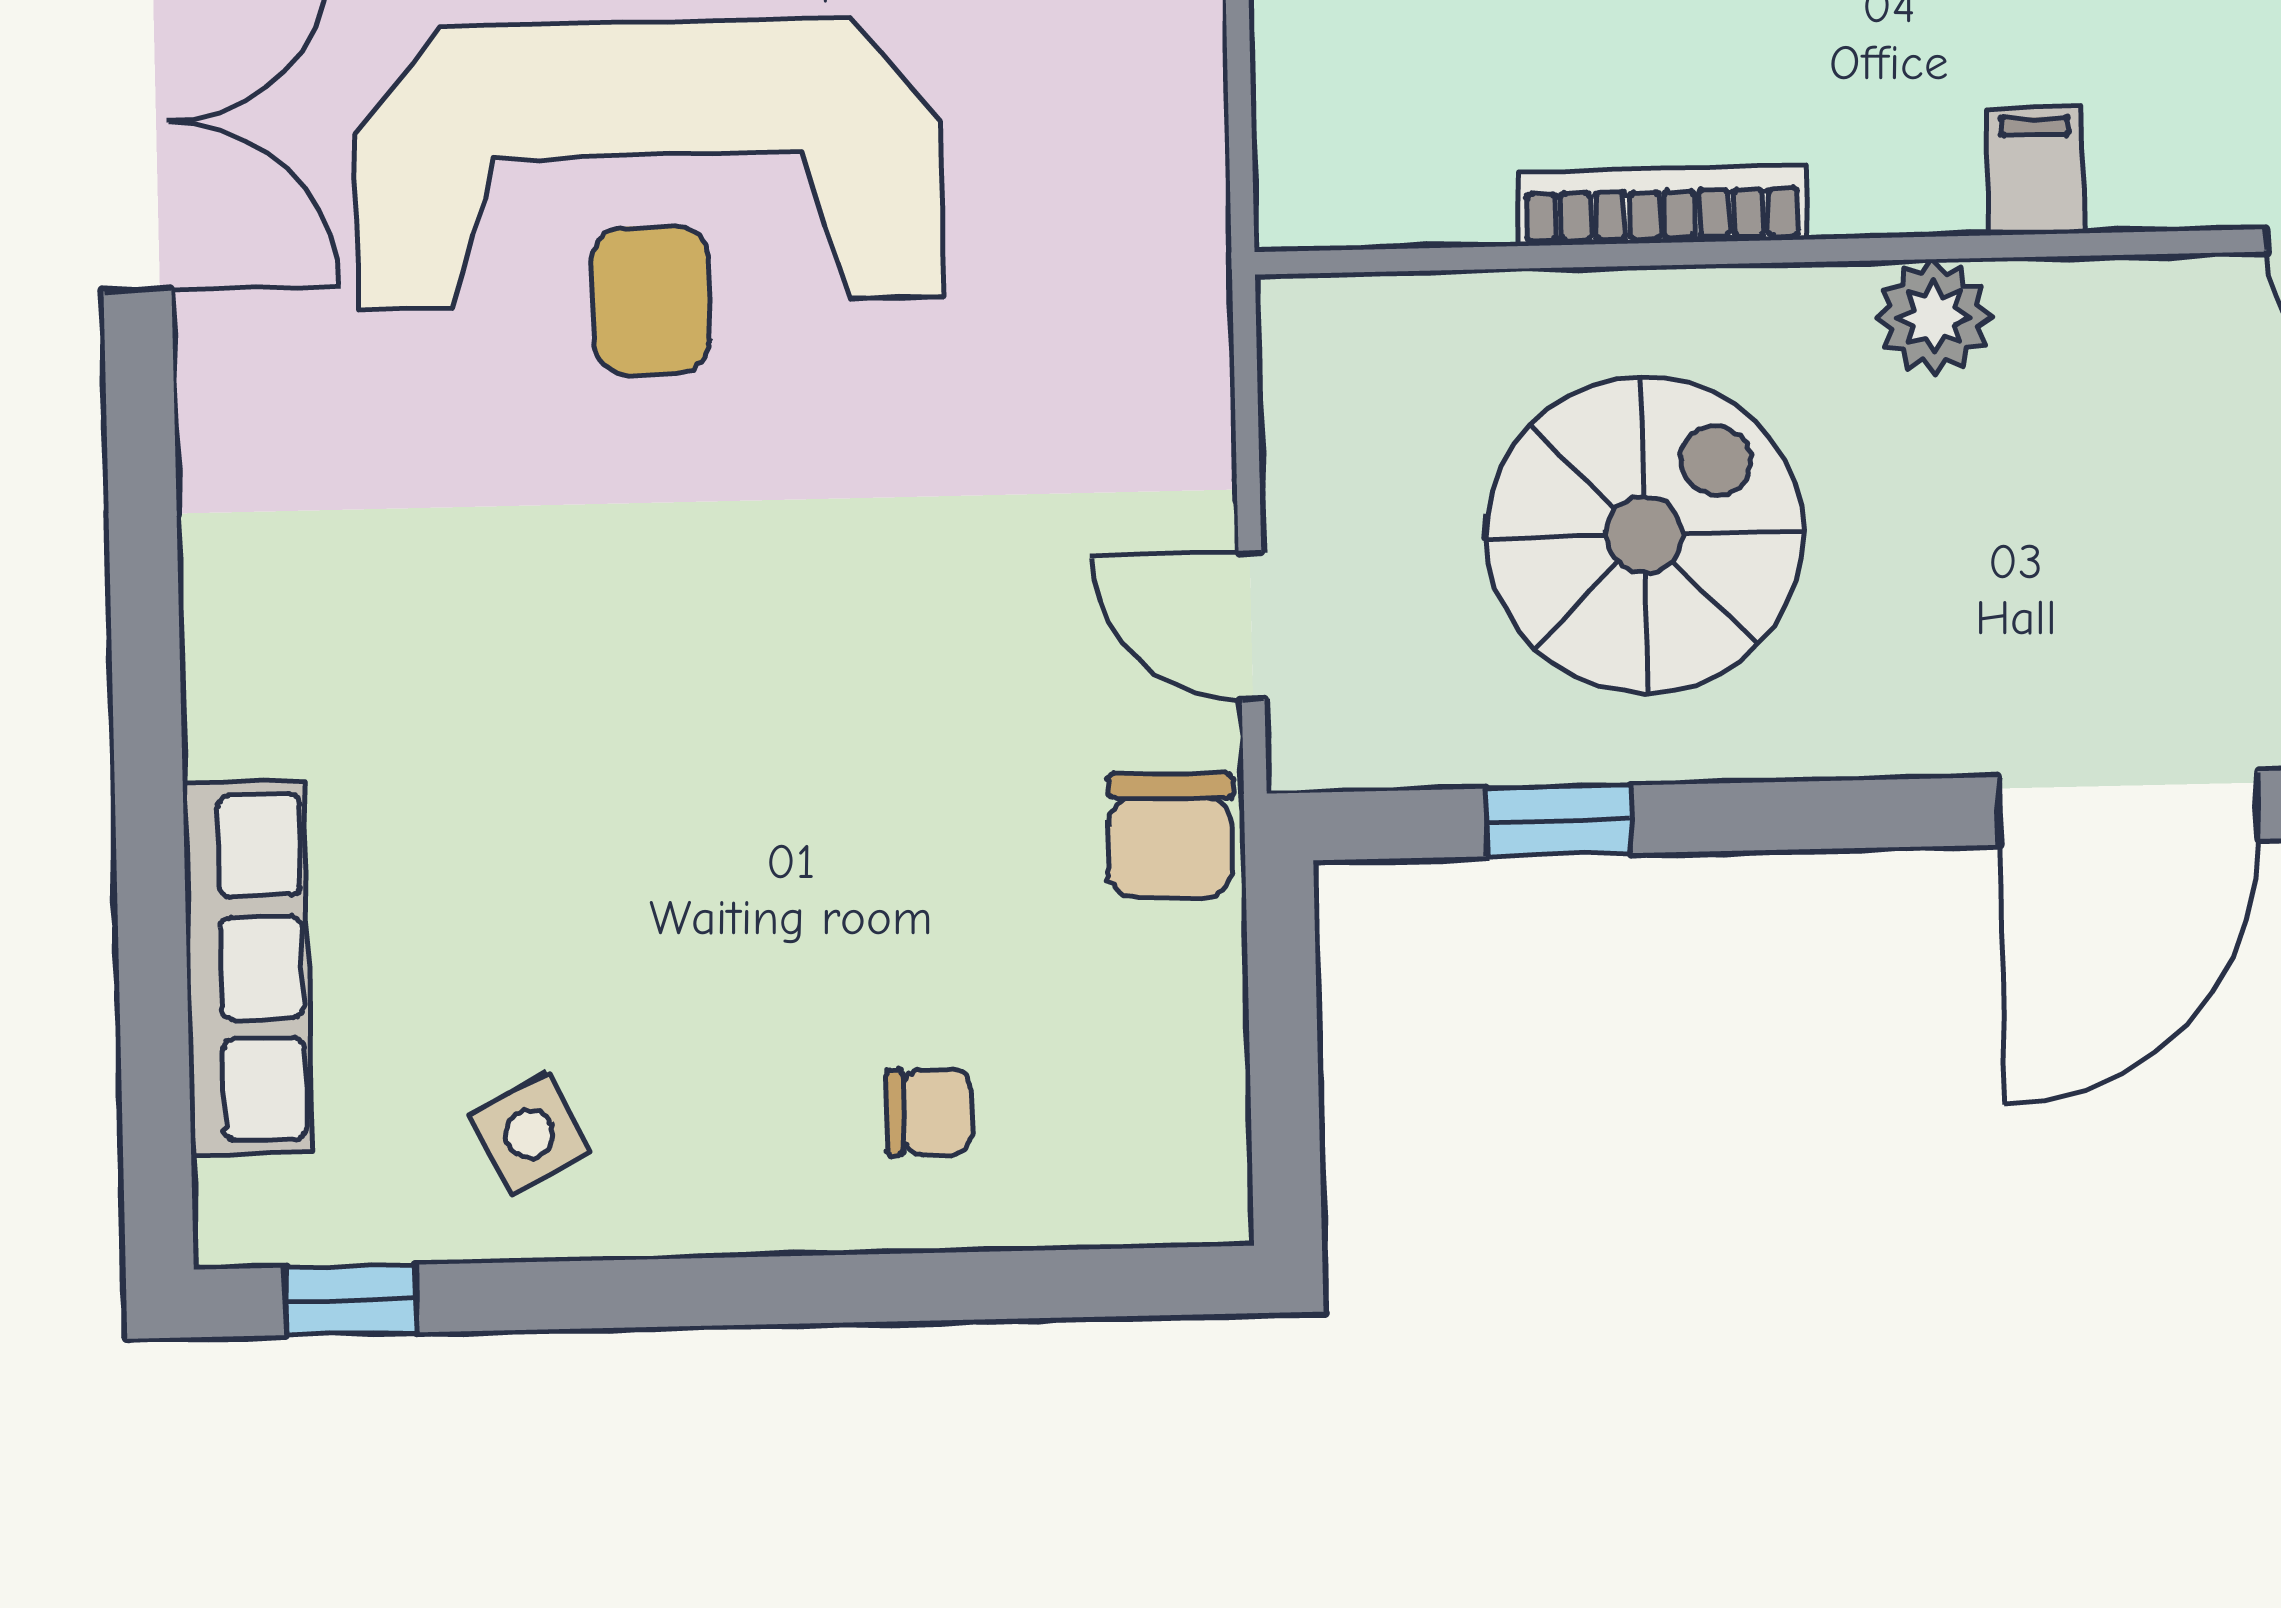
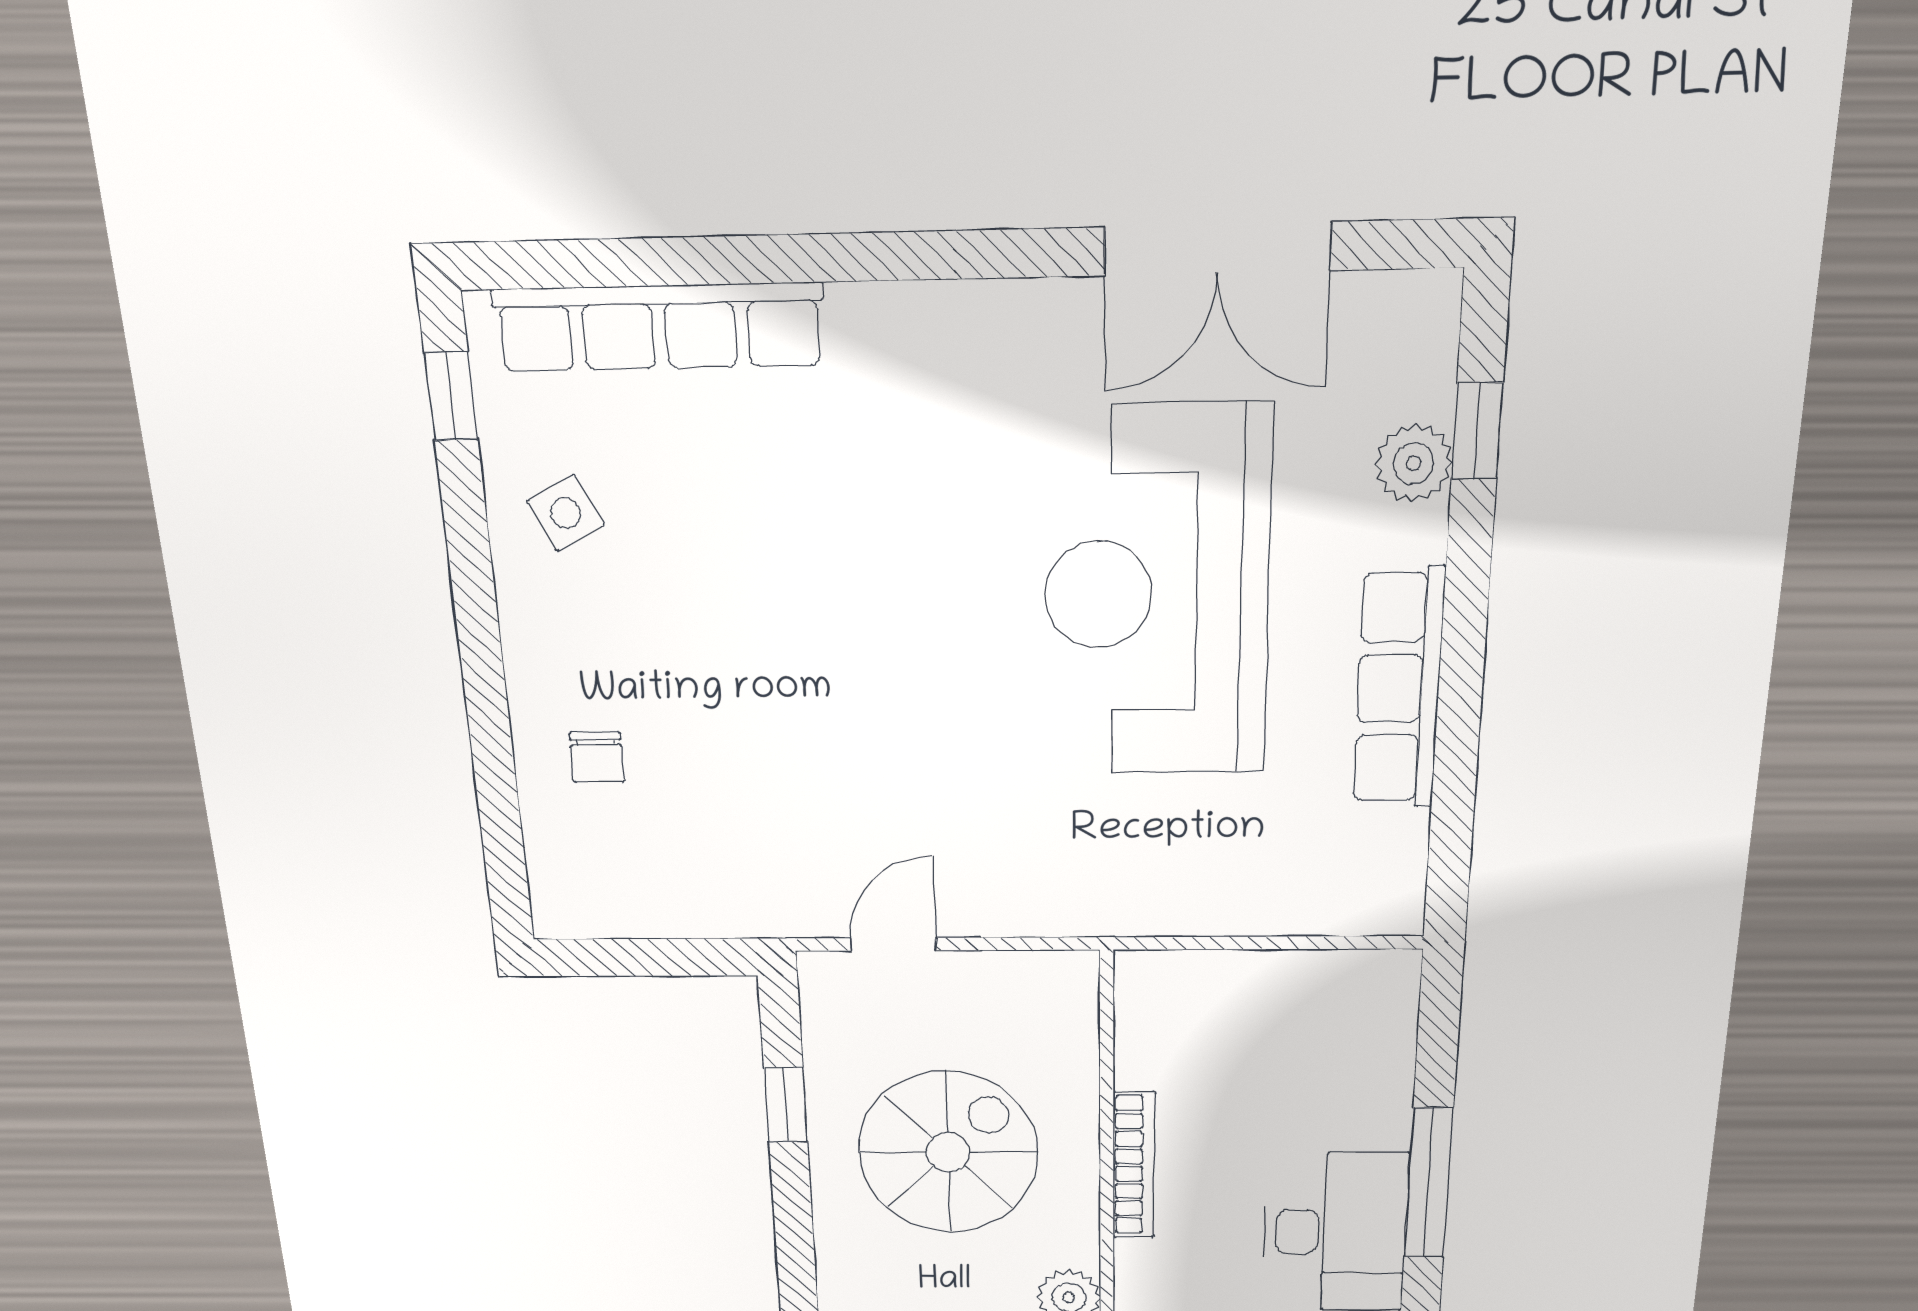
spiral stairs: (1644, 535) -> (948, 1152), turned -90
chair: (1170, 836) -> (769, 897), removed
row of seats: (247, 968) -> (659, 327), width x1.36

